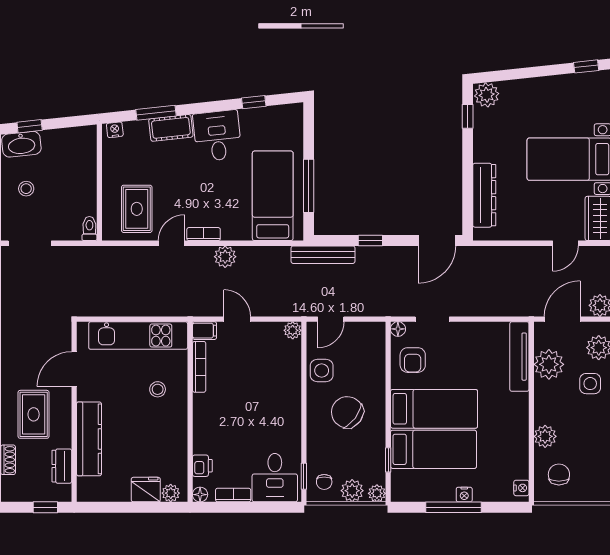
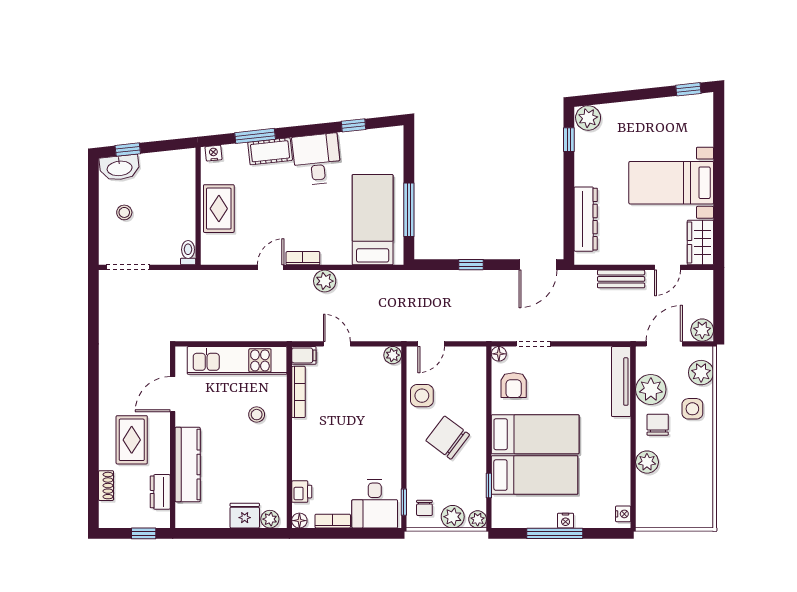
rug: (137, 209) -> (219, 209), moved
bench: (323, 255) -> (621, 279), moved, width x0.73
chair: (559, 474) -> (658, 425), moved

